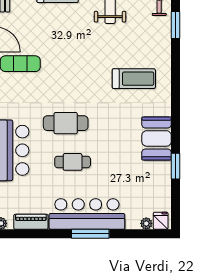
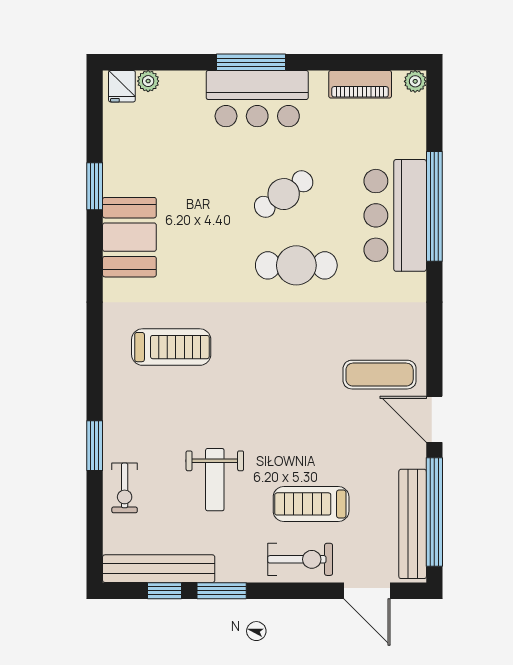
treadmill: (134, 79) -> (171, 347), turned 180
cafe table: (73, 162) -> (284, 194), turned -34
bar counter: (87, 214) -> (257, 99), width x0.73

